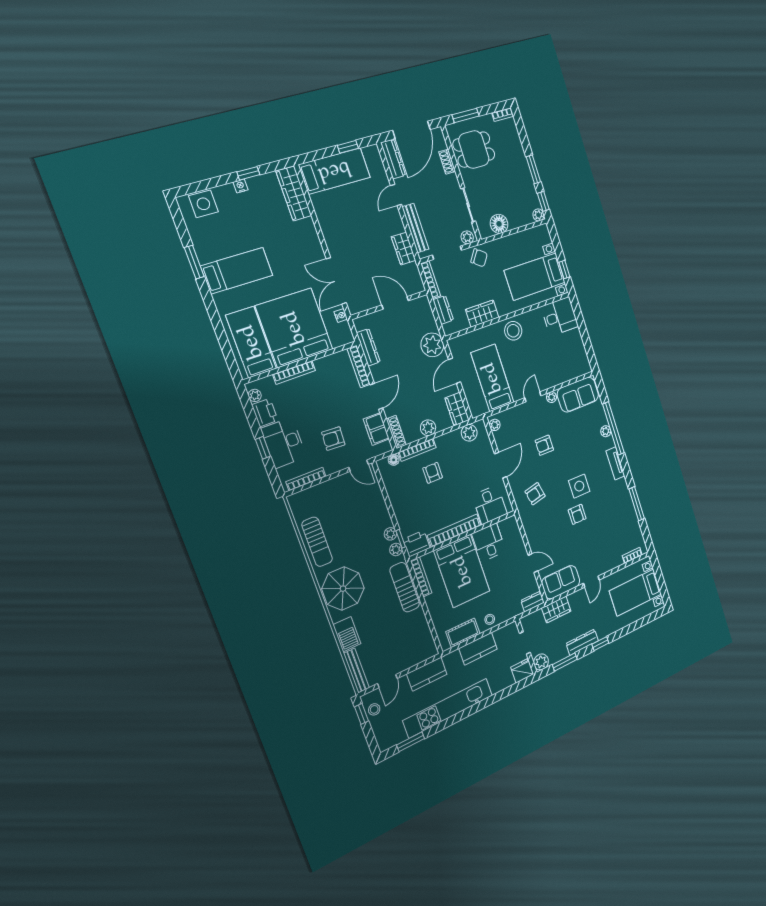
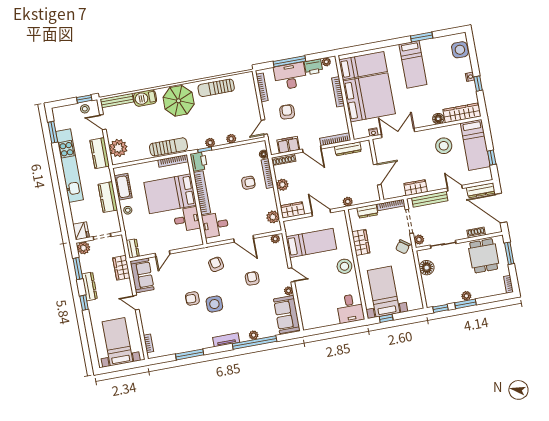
stool: (343, 215) -> (444, 146), added
plant: (538, 215) -> (466, 296), moved
floor lamp: (308, 227) -> (438, 119), added
plant: (432, 345) -> (348, 202), width x0.53, depth x0.53
window: (263, 448) -> (289, 61), width x2.17
plant: (396, 550) -> (231, 139), moved
plant: (417, 652) -> (118, 148), added

